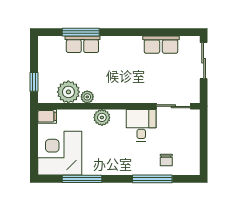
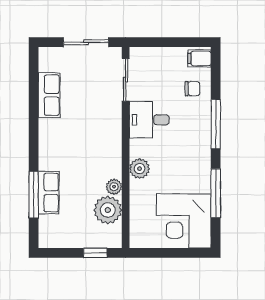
sliding door: (204, 61) -> (86, 42), moved
filing cabinet: (47, 116) -> (199, 58), moved, turned -90
window: (152, 179) -> (216, 124), moved

